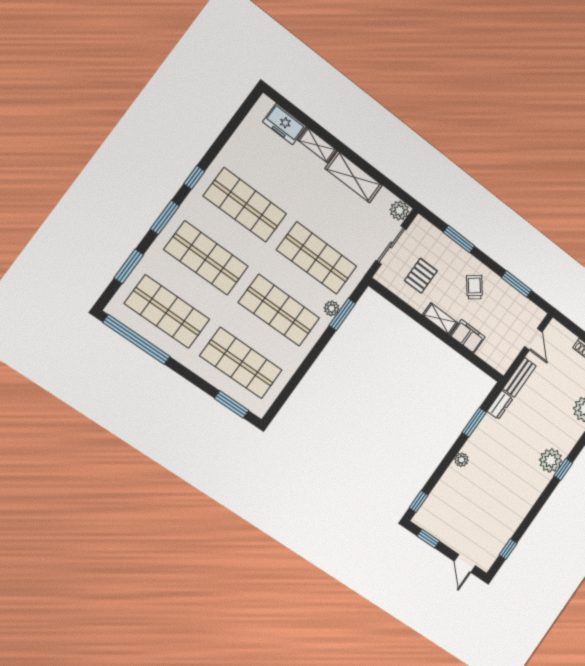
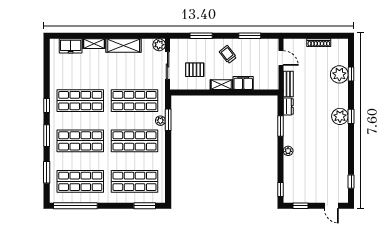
pallet: (421, 276) -> (195, 70), turned 90

